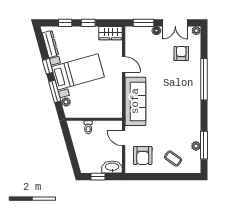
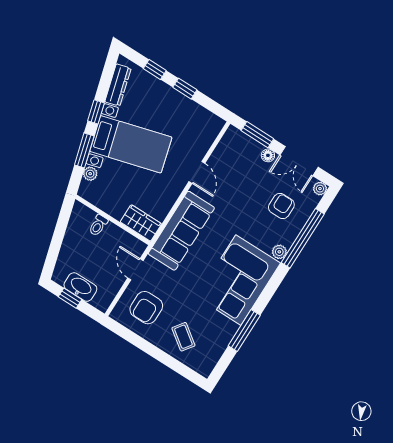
wardrobe: (111, 33) -> (141, 223), moved, turned 180
window: (204, 79) -> (303, 238), moved
corner sofa: (183, 109) -> (238, 280), added
window: (204, 145) -> (244, 331), moved
plant: (196, 146) -> (279, 252), moved
washbasin: (112, 167) -> (80, 287), moved

